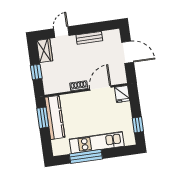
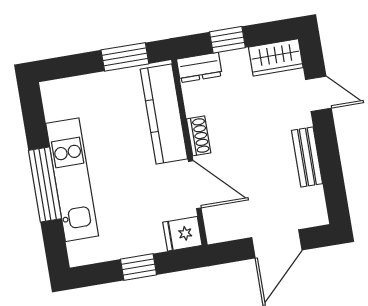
dresser: (48, 85) -> (199, 67), added
kitchen counter: (55, 117) -> (164, 114), moved, turned 90
window: (138, 125) -> (139, 267), moved
window: (86, 156) -> (45, 184), moved

